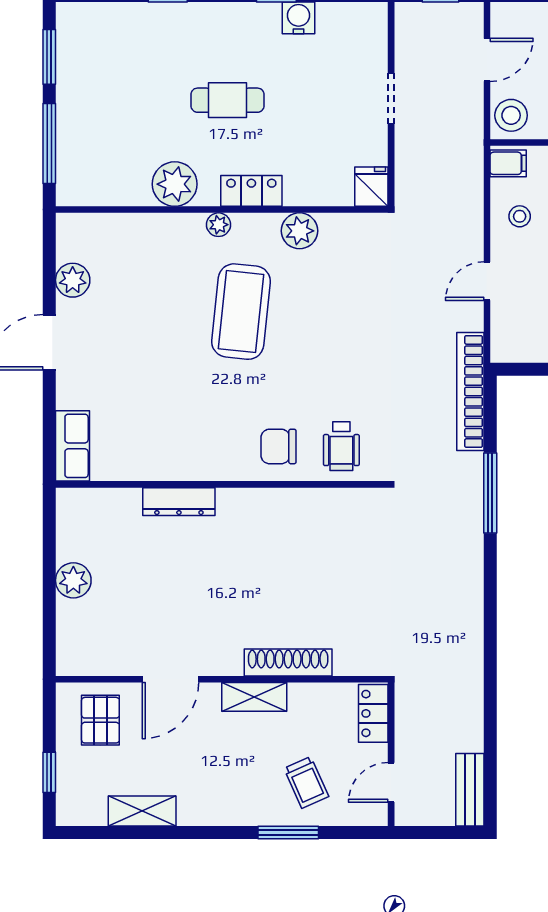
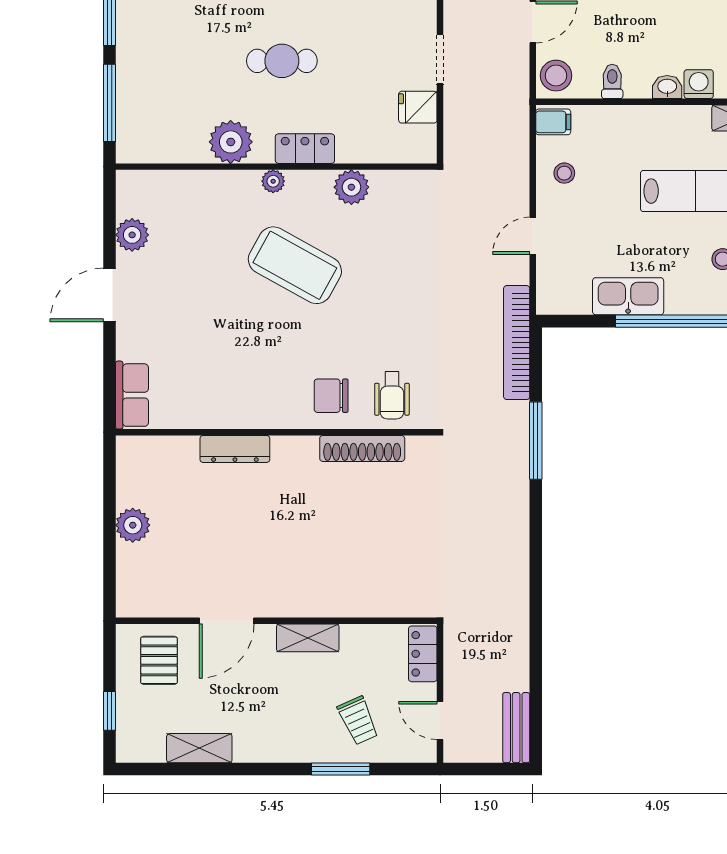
fridge: (371, 187) -> (418, 107), moved, turned -90
coffee table: (241, 312) -> (295, 265), turned -67
shoe rack: (288, 663) -> (362, 448), moved, turned 180
door: (391, 782) -> (440, 721), hinge flipped

